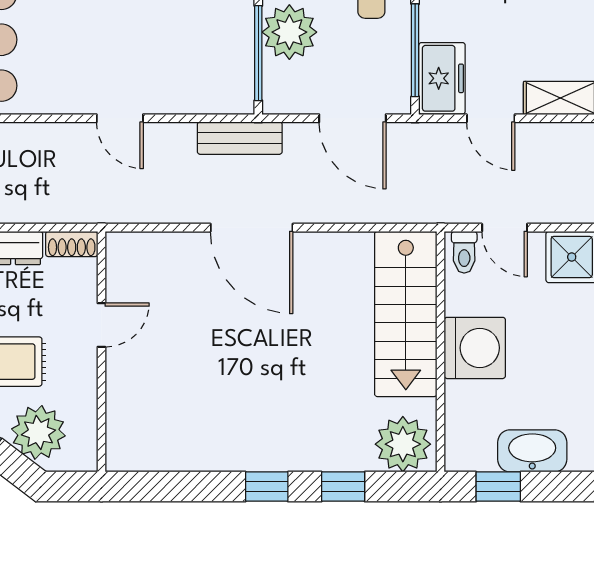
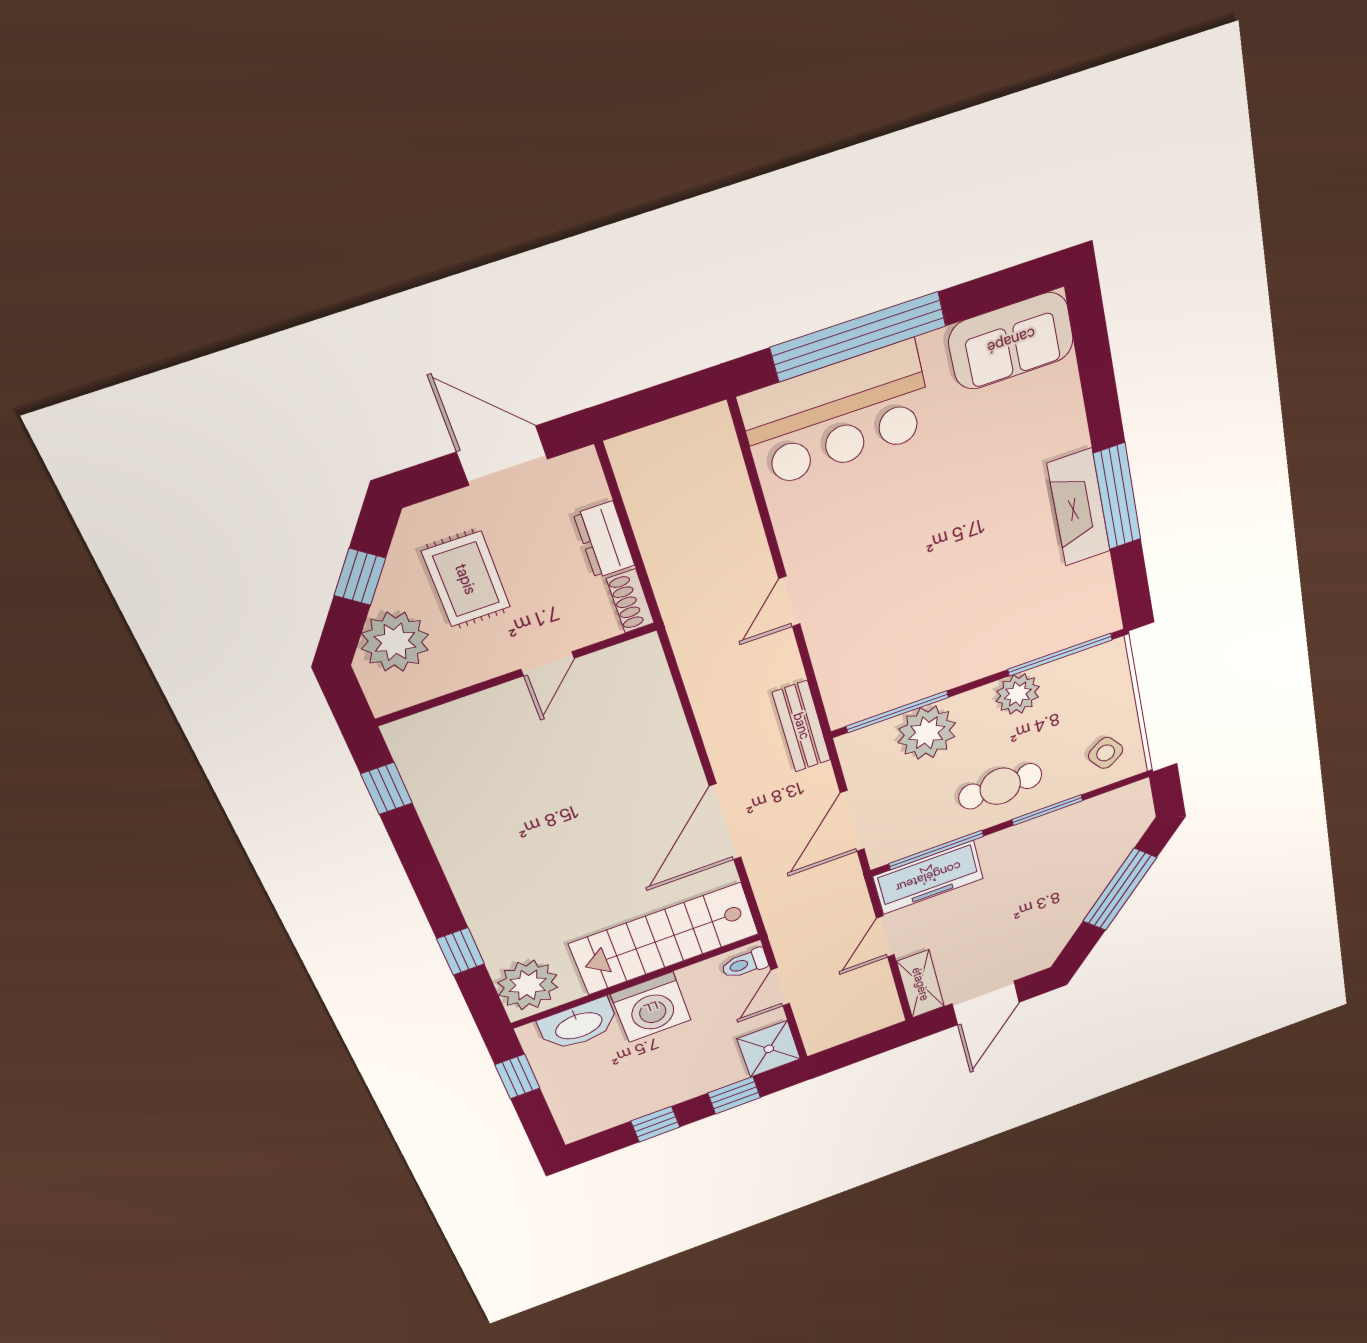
freezer: (442, 78) -> (928, 877), width x1.40
door: (252, 228) -> (725, 822), moved
door: (101, 325) -> (548, 664), hinge flipped
washbasin: (532, 451) -> (578, 1025), moved, turned 90
window: (267, 487) -> (387, 788), moved

